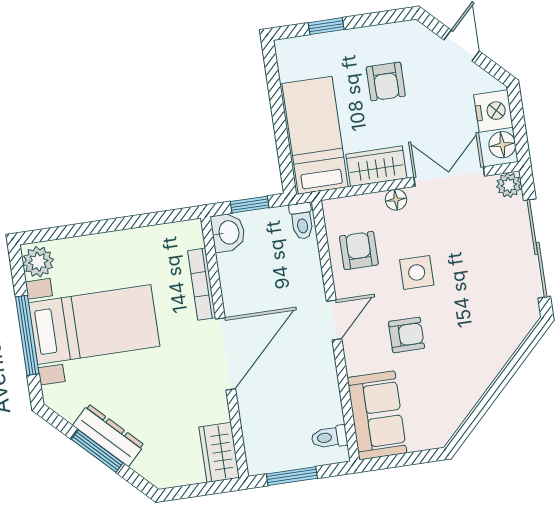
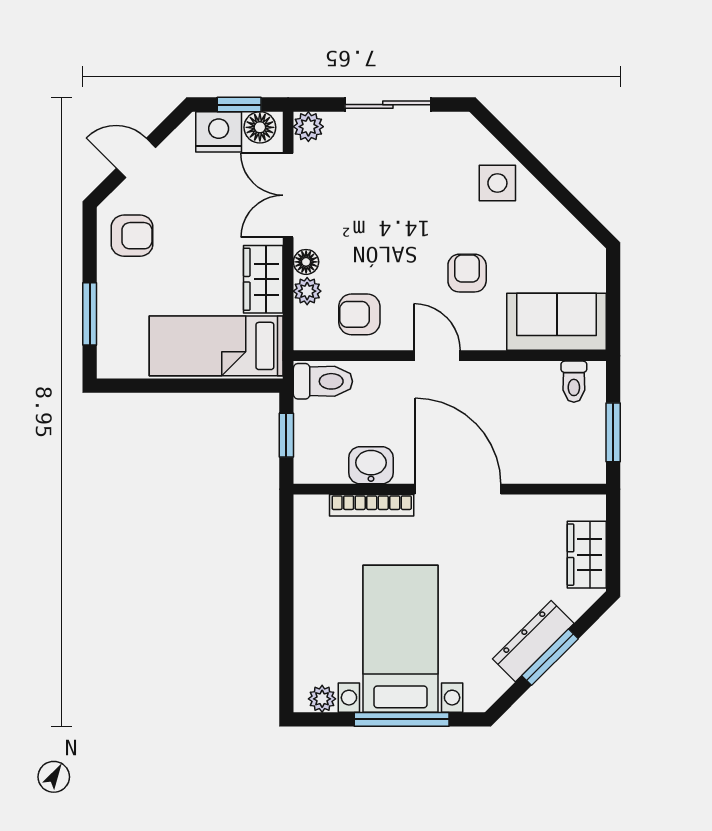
window: (326, 26) -> (90, 314), width x1.50
armchair: (386, 82) -> (132, 236), moved
window: (519, 125) -> (239, 105), added
plant: (372, 204) -> (307, 291), added
toilet: (302, 221) -> (323, 381), width x1.37, depth x1.39
washbasin: (228, 233) -> (371, 465), moved
sliding door: (537, 248) -> (388, 105), width x0.73
plant: (38, 262) -> (322, 699), width x0.73, depth x0.73
side table: (417, 272) -> (497, 183), moved
wardrobe: (219, 452) -> (587, 555), moved, turned 90

